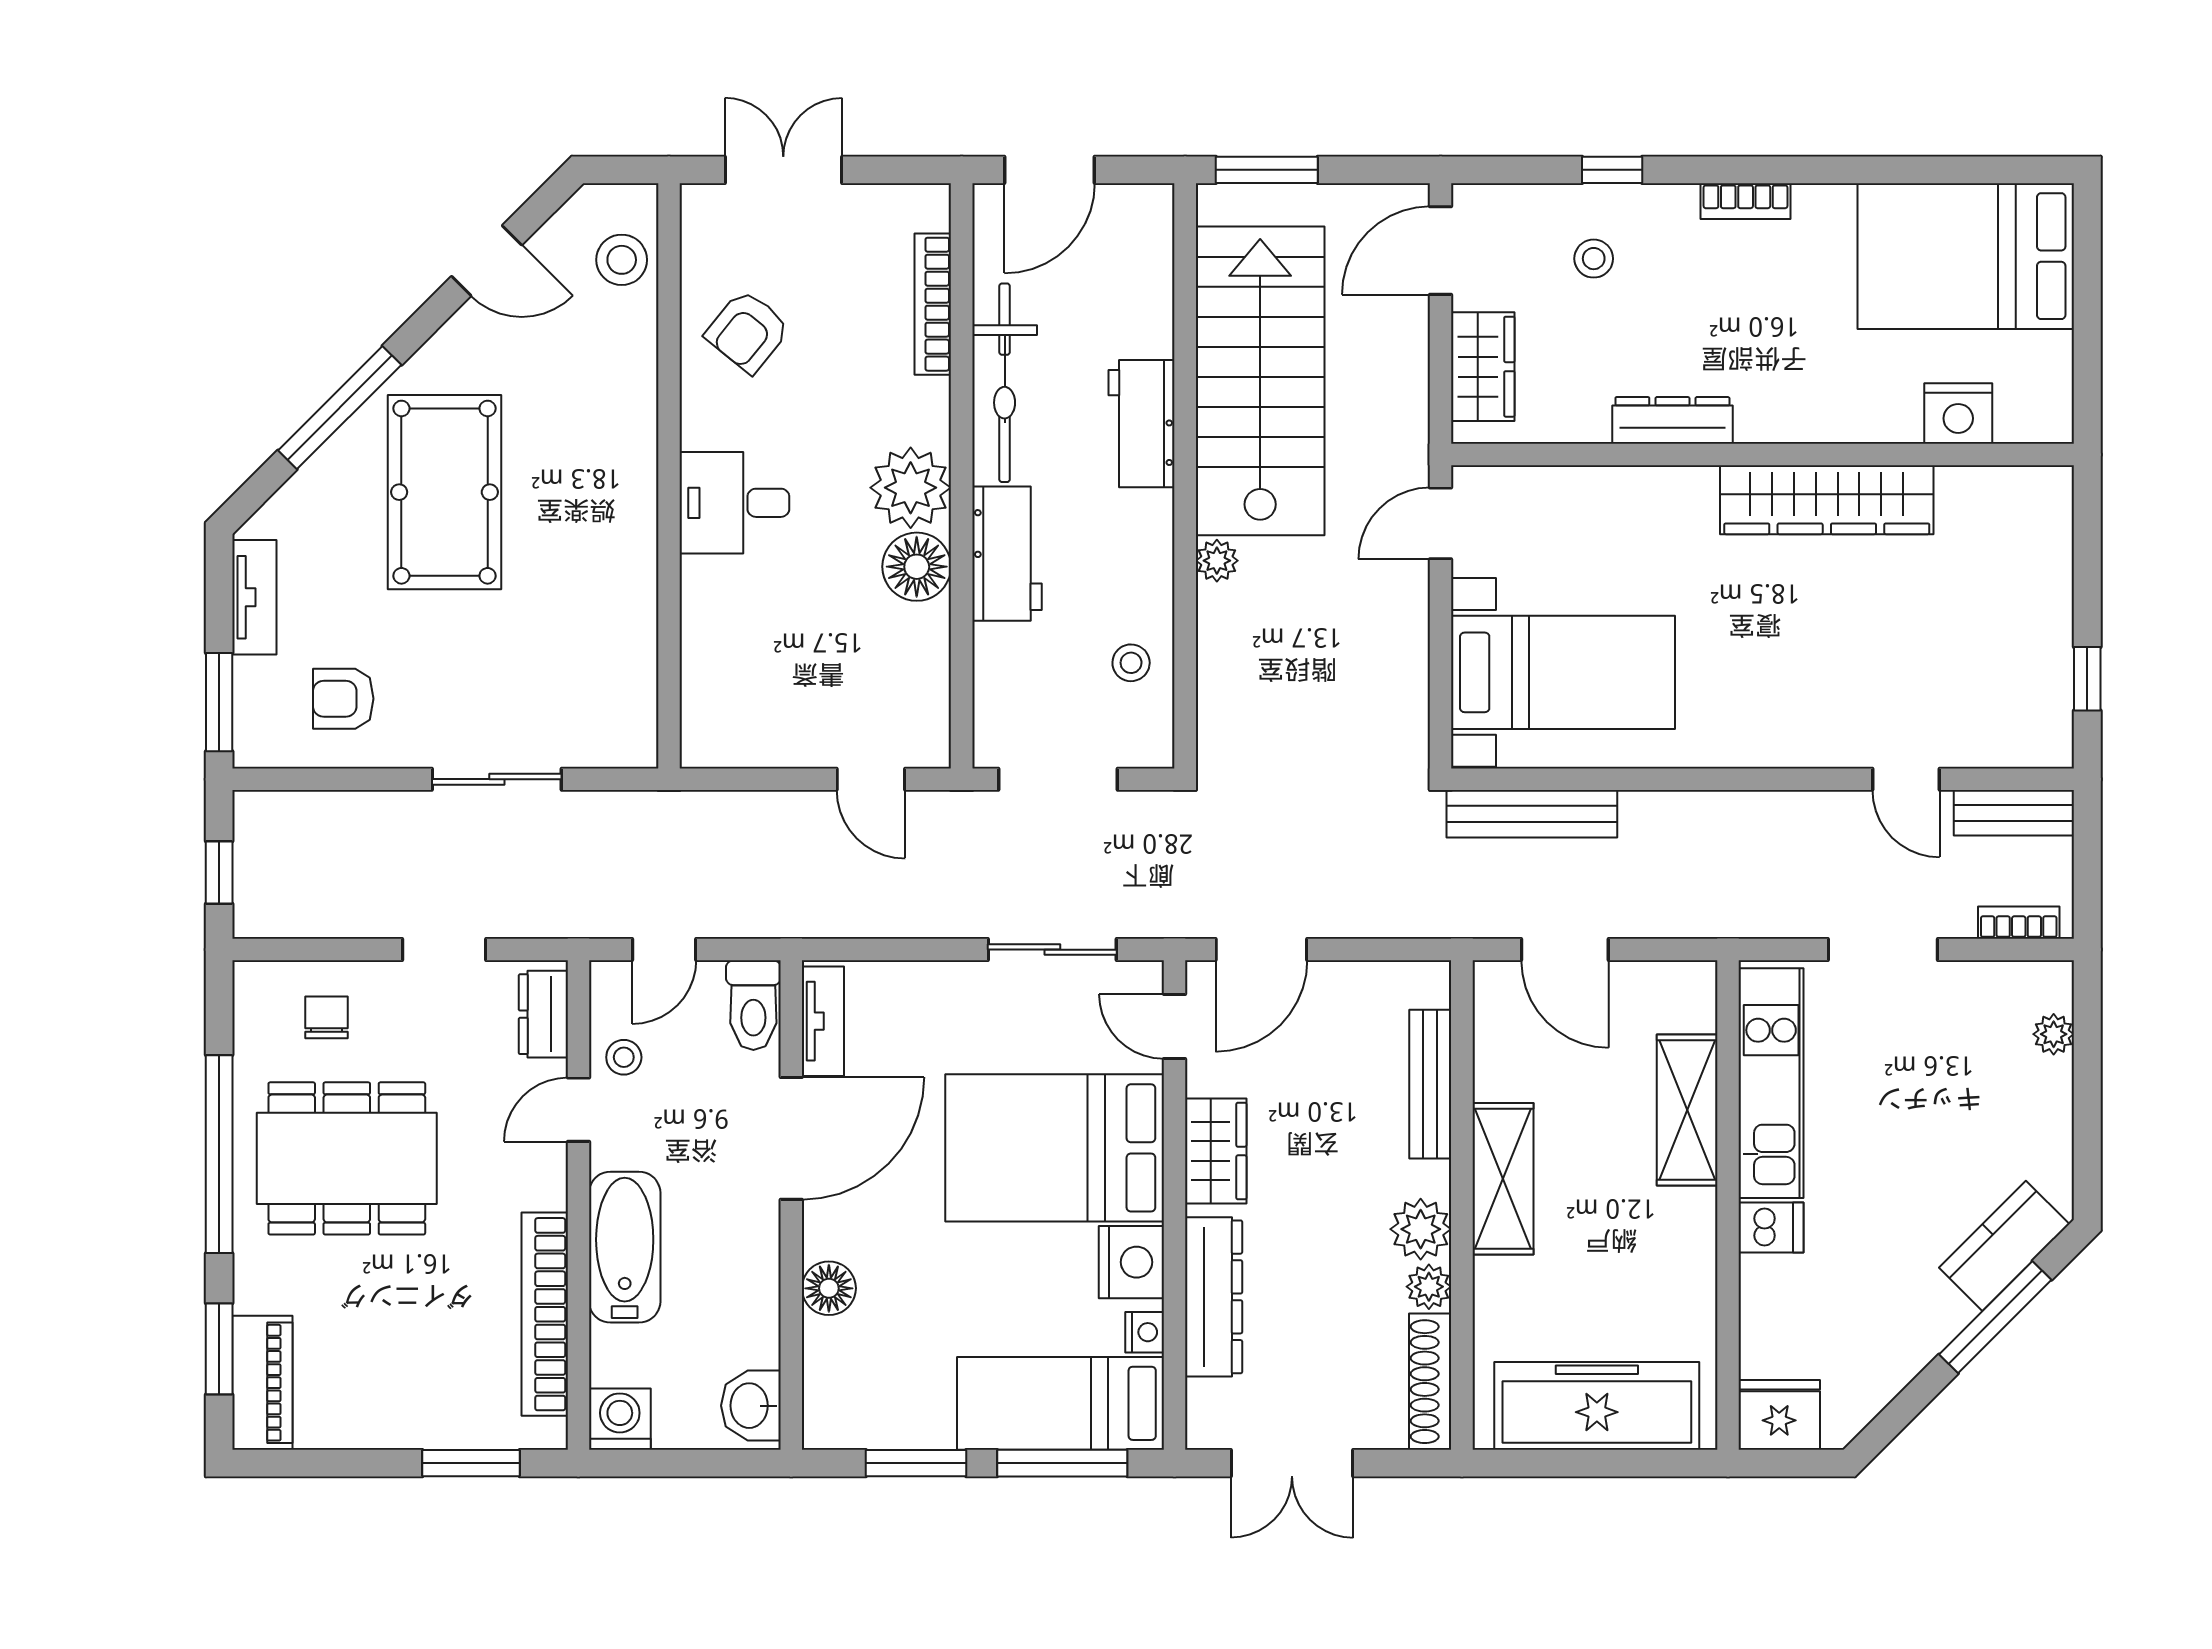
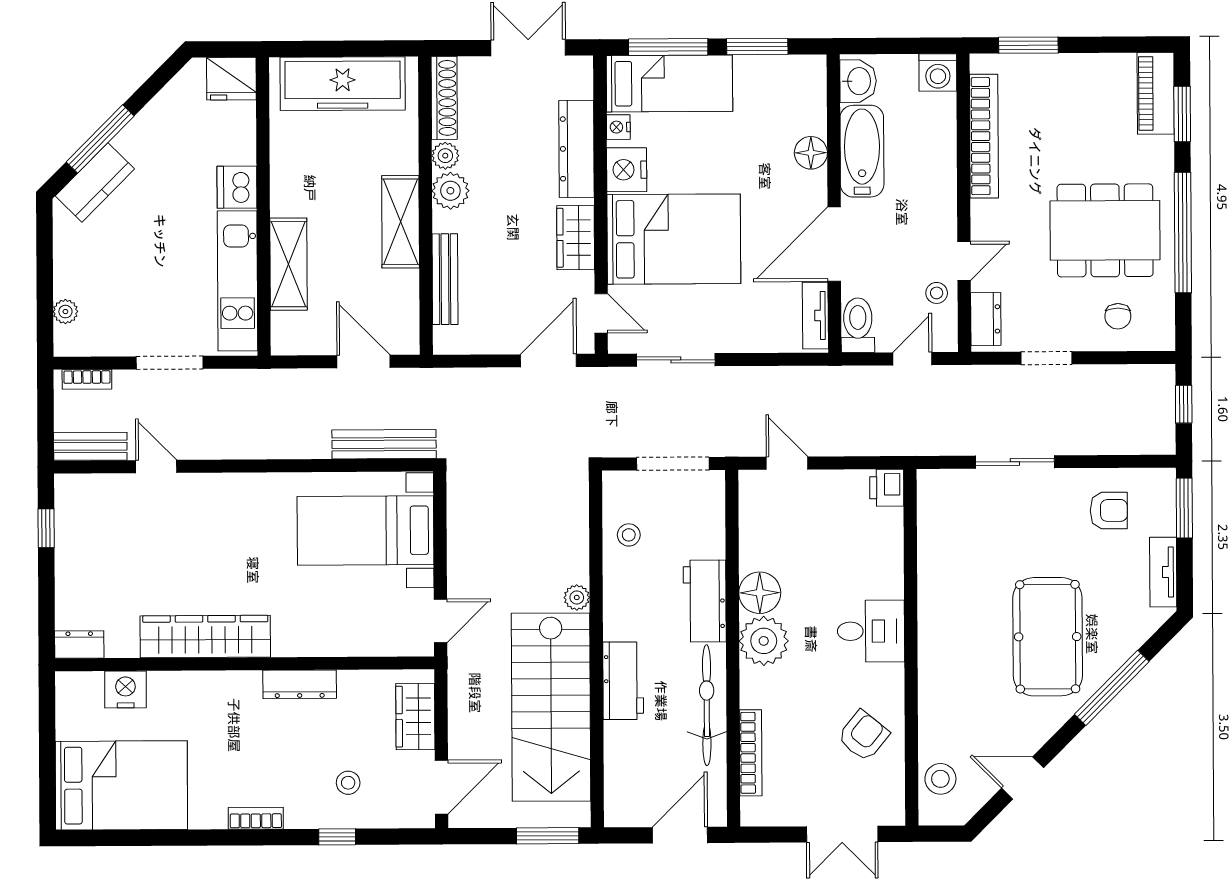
dresser: (2034, 488) -> (79, 644), added
printer: (707, 738) -> (887, 488), added
dishwasher: (1771, 1228) -> (237, 187), width x1.38
bathtub: (625, 1247) -> (862, 151), moved, turned 180

